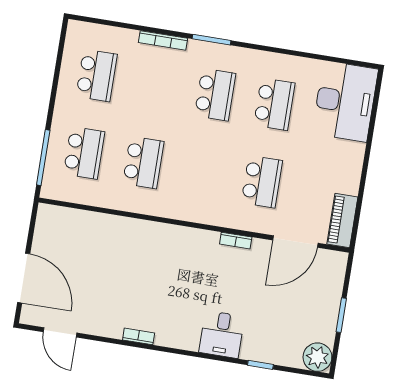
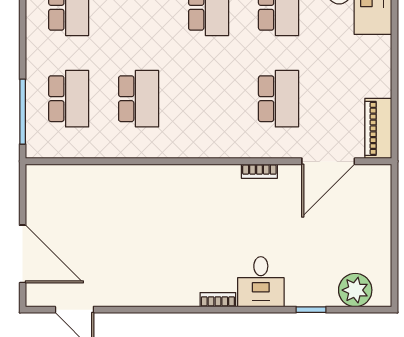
window: (341, 315) -> (395, 237), removed
bookcase: (139, 336) -> (218, 300), moved
plant: (317, 357) -> (355, 290), moved

